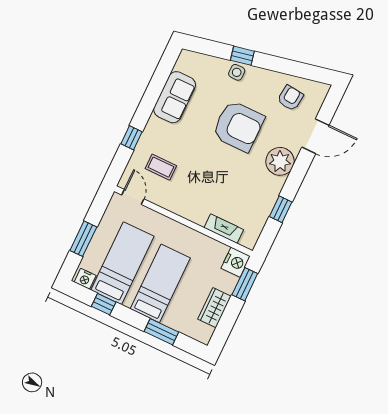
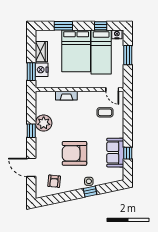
door: (315, 136) -> (31, 167), hinge flipped
window: (131, 138) -> (128, 153), moved
plant: (280, 161) -> (44, 123), moved
window: (281, 209) -> (31, 131), moved
fireplace: (224, 229) -> (66, 96), moved
nightstand: (236, 262) -> (42, 70), moved
bed: (160, 283) -> (76, 51), width x1.50

